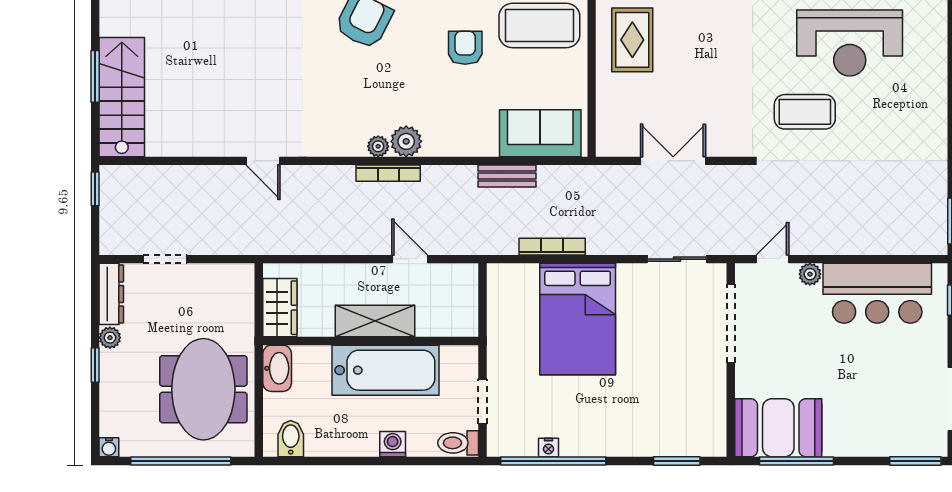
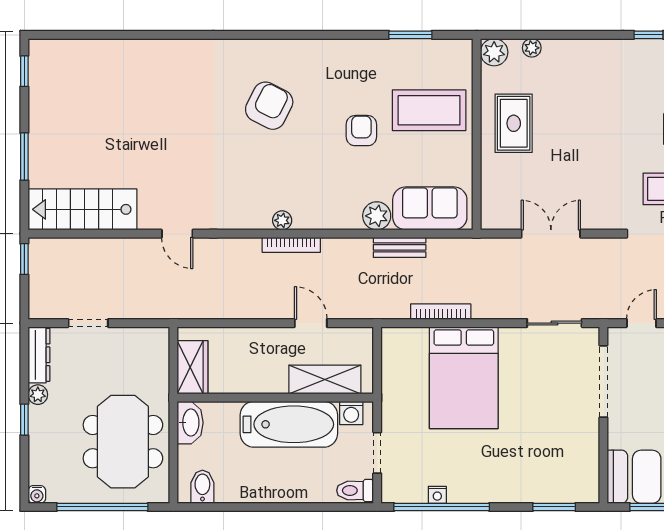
stairs: (122, 97) -> (82, 209), moved, turned -90
plant: (406, 141) -> (377, 216), moved
shelving: (375, 321) -> (325, 379), moved
washing machine: (393, 444) -> (351, 413), moved, turned 180

